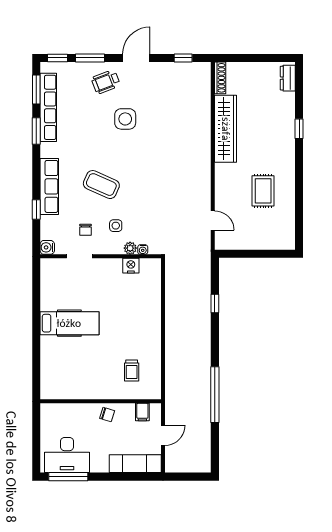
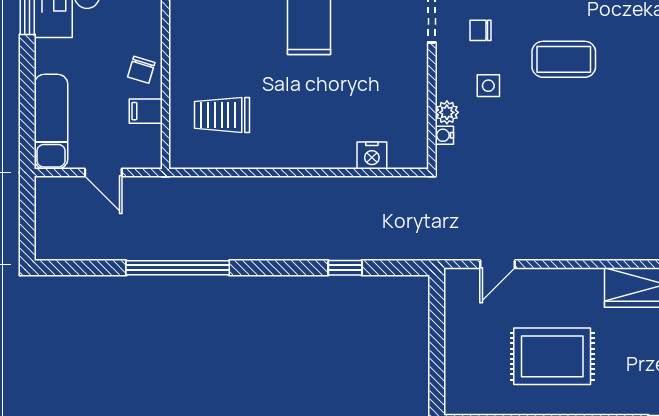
coffee table: (101, 185) -> (564, 59), turned 66
rug: (263, 191) -> (552, 356), width x1.36, depth x1.43
nightstand: (131, 266) -> (372, 155), moved, turned 90
trolley: (132, 371) -> (222, 115), width x1.36, depth x1.39
filing cabinet: (142, 412) -> (146, 111), moved

